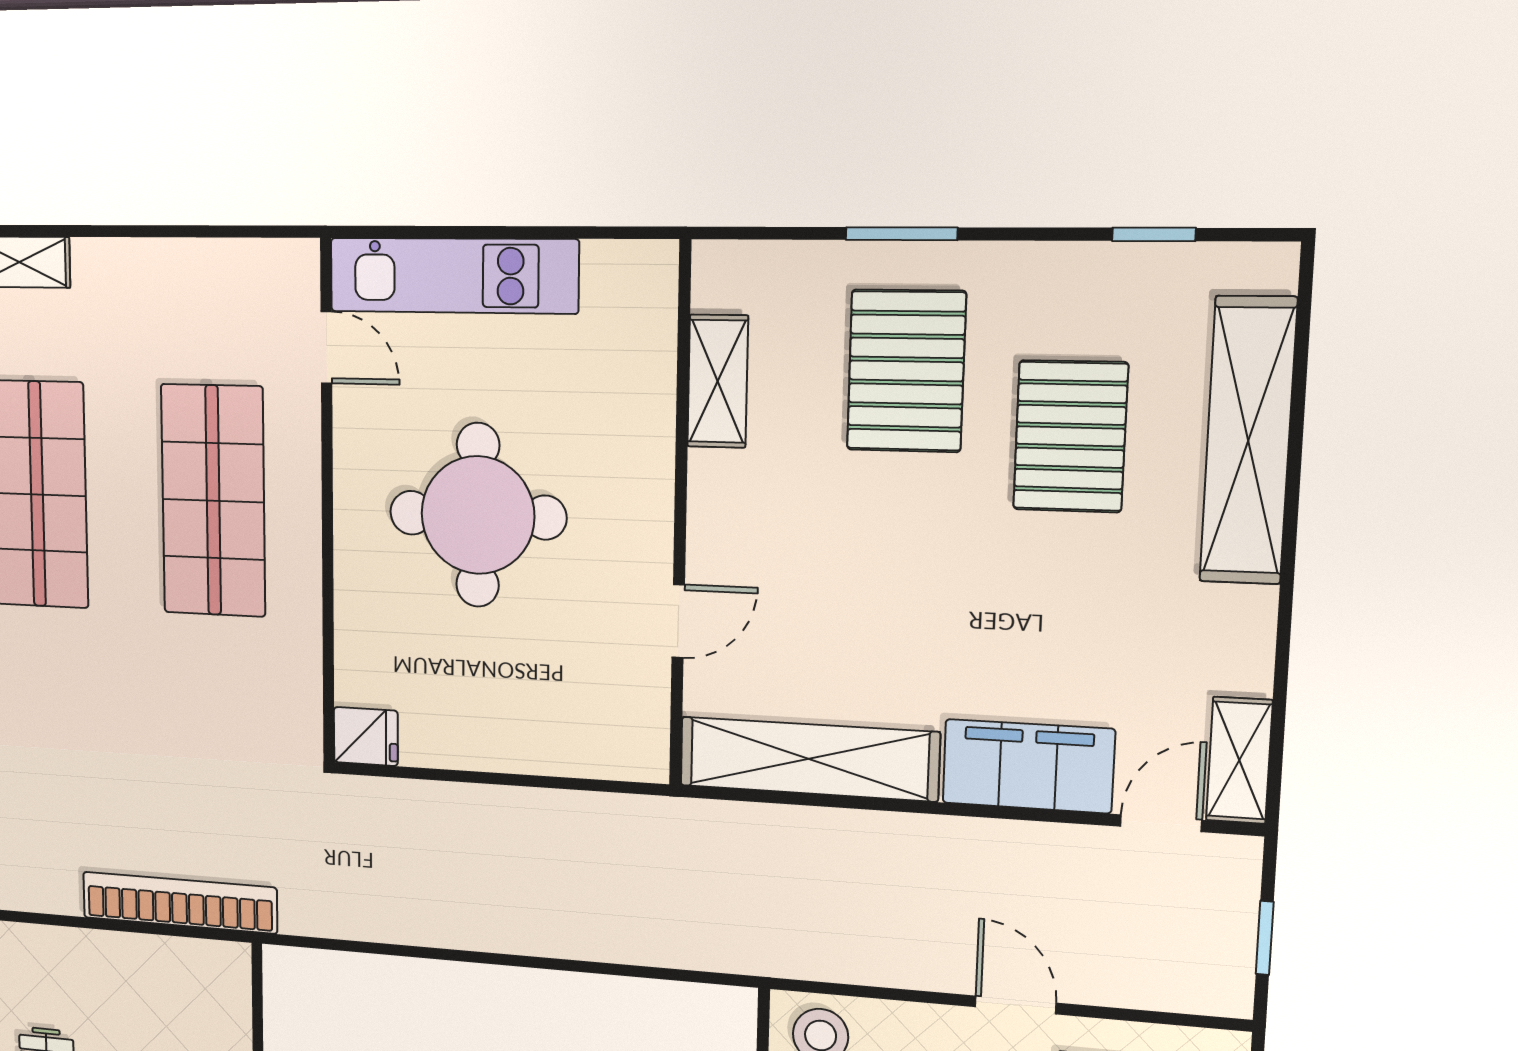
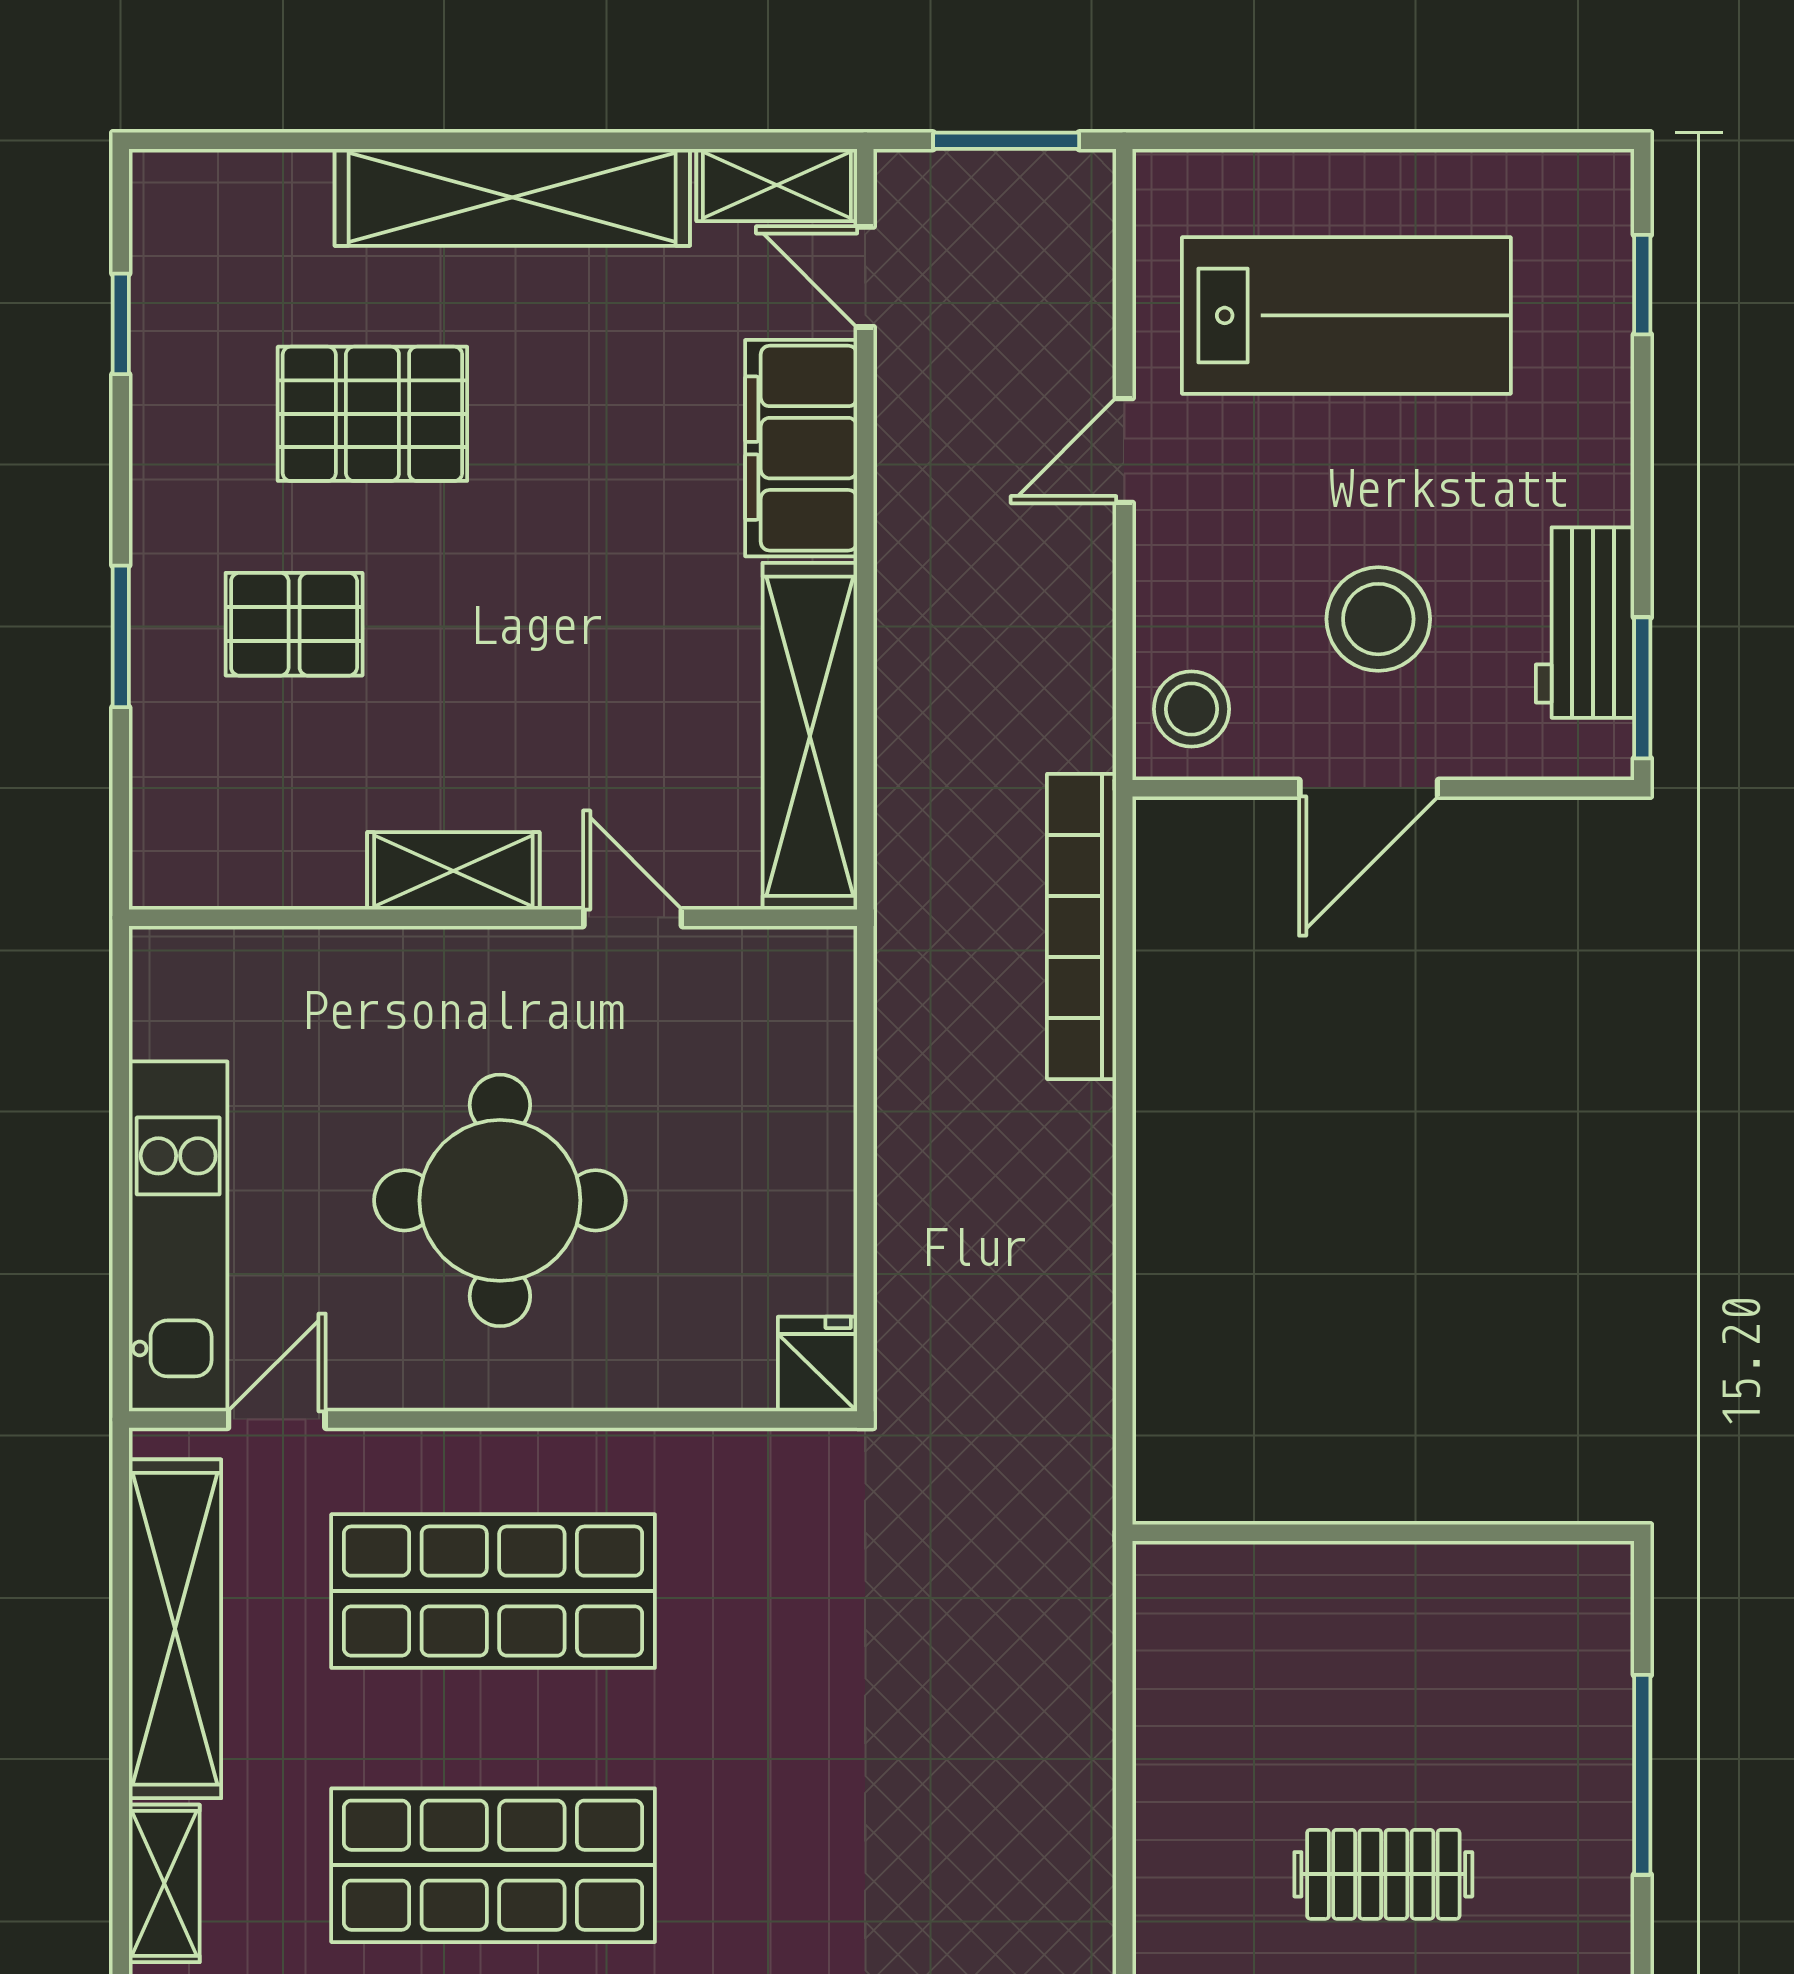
shelving: (185, 271) -> (175, 1629), added
pallet: (906, 371) -> (294, 624), width x0.67, depth x0.71
shelving: (718, 381) -> (453, 871), moved
shelving: (1248, 441) -> (512, 197), moved
bookcase: (179, 903) -> (1082, 926), moved
window: (1265, 938) -> (1006, 141), width x1.50

